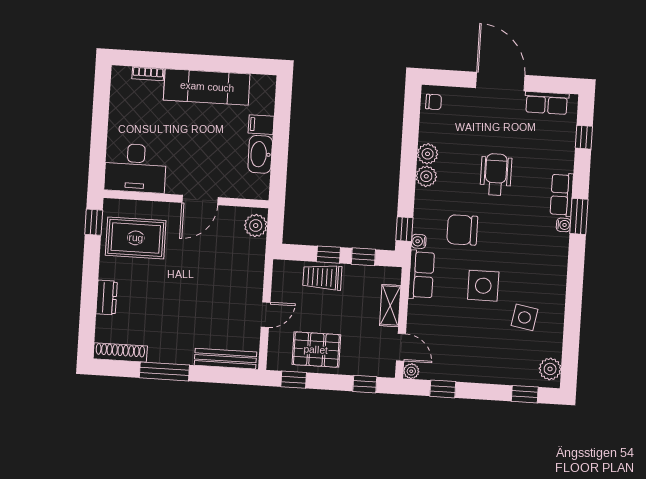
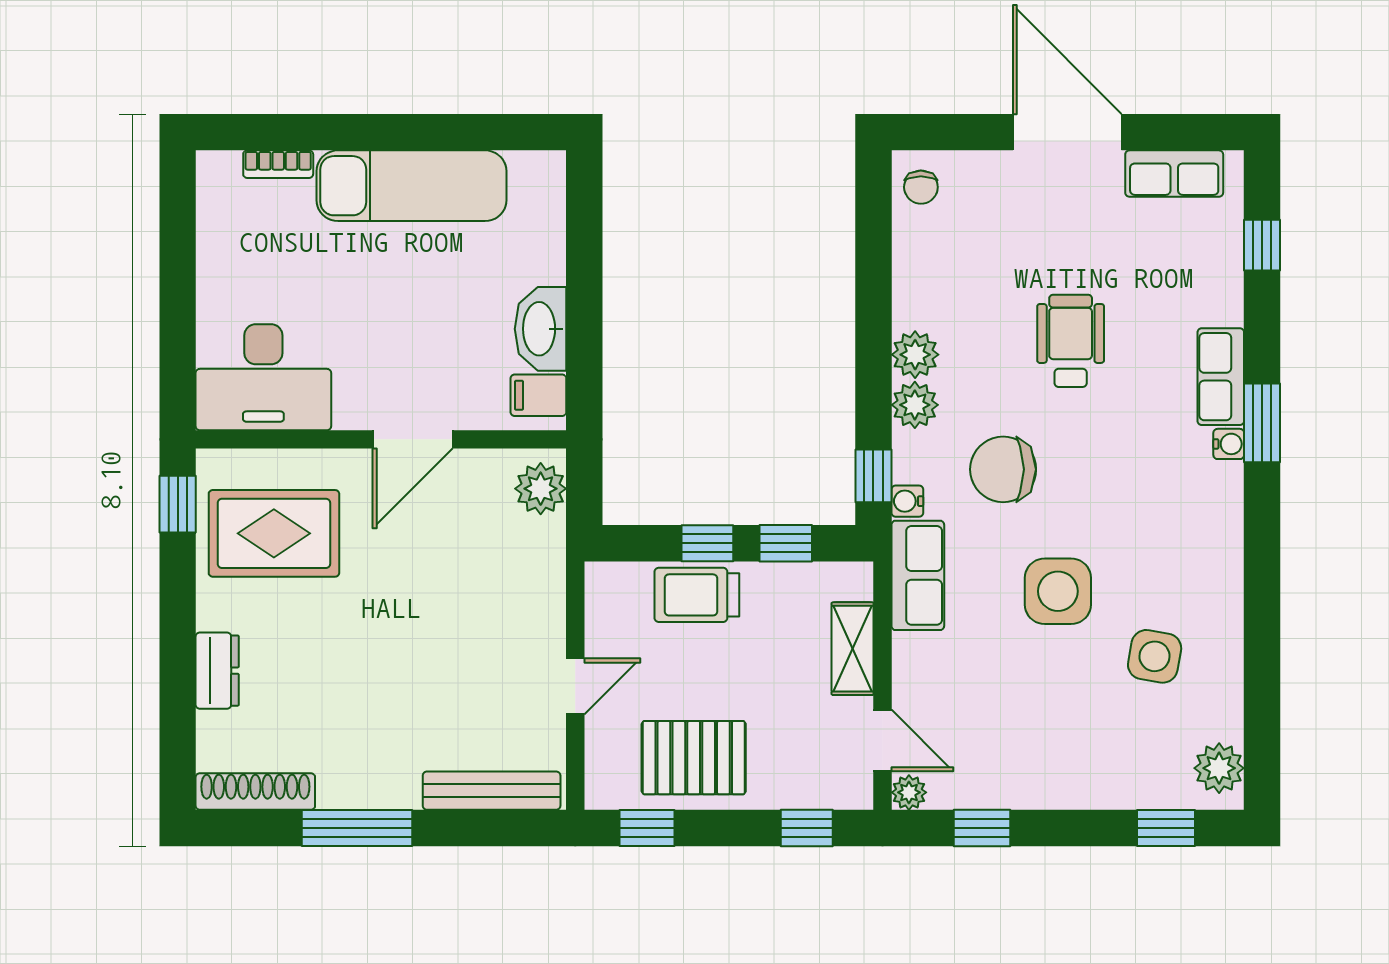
chair: (434, 102) -> (921, 187), turned 90
filing cabinet: (261, 125) -> (538, 395), moved
plant: (428, 154) -> (915, 405), moved

